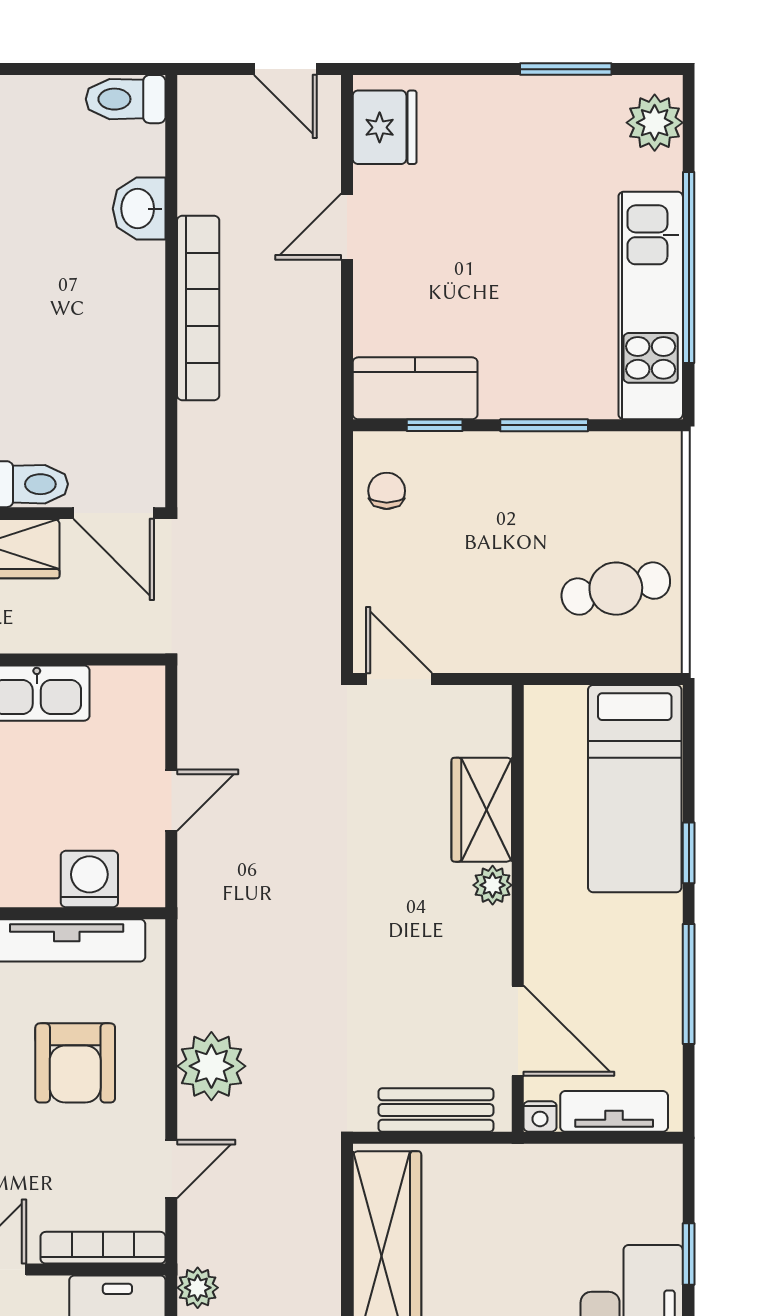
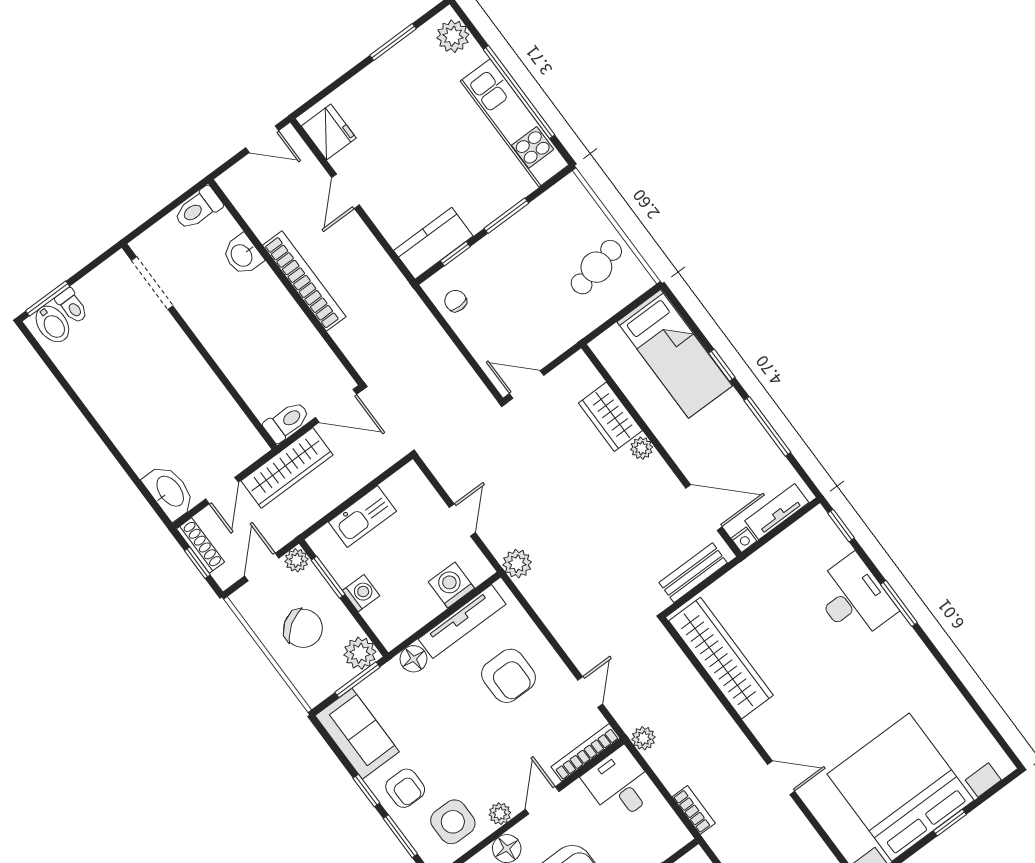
plant: (211, 1066) -> (517, 564), moved, width x0.73, depth x0.73
window: (689, 1254) -> (841, 526), moved

